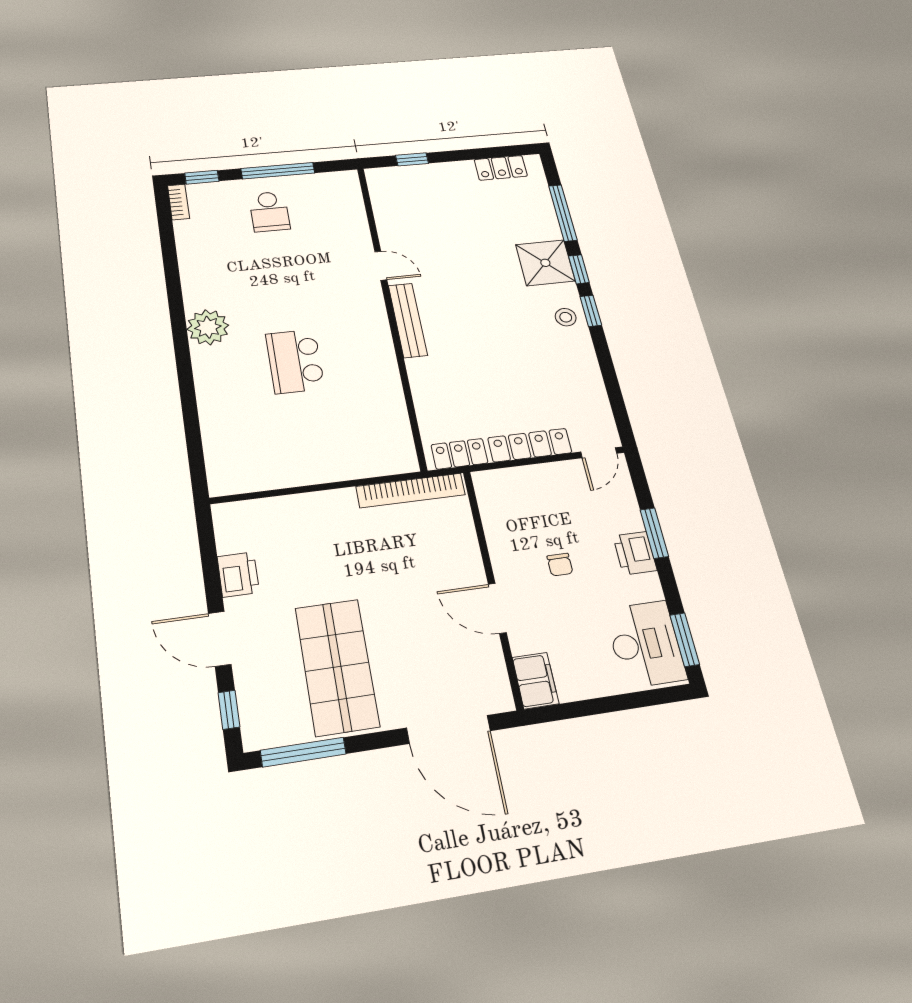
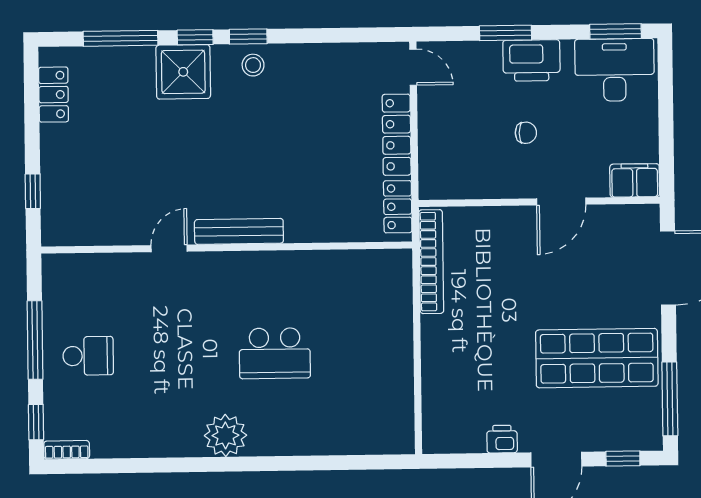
printer: (635, 553) -> (531, 60), width x1.37, depth x1.19
printer: (238, 575) -> (502, 439), width x0.73, depth x0.81

